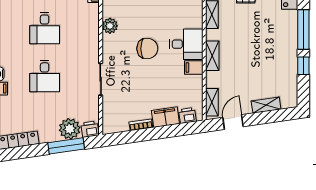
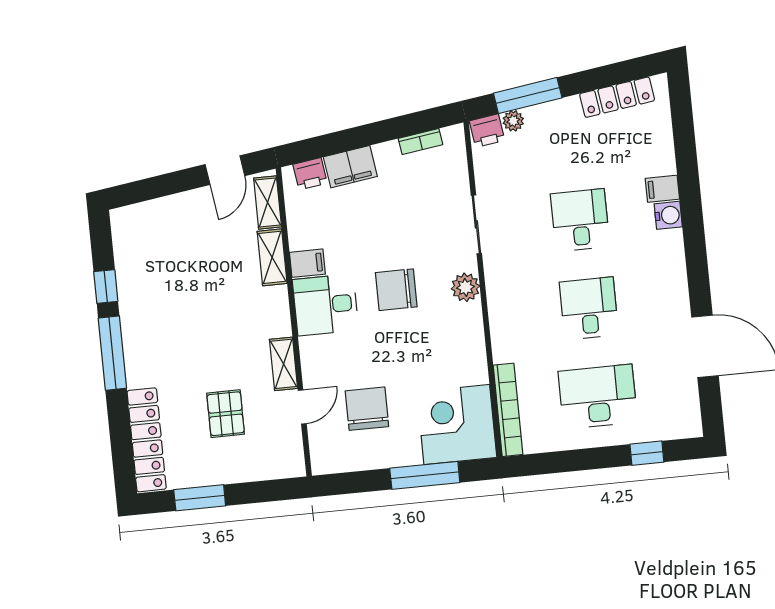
plant: (110, 26) -> (465, 287), moved
shelving: (212, 56) -> (272, 257), moved
shelving: (266, 105) -> (167, 207), removed
bookcase: (141, 125) -> (420, 141), moved
plant: (70, 129) -> (513, 121), width x0.53, depth x0.53

